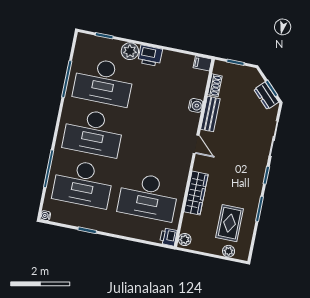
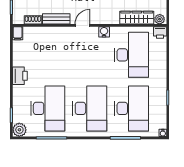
plant: (130, 51) -> (19, 130), moved
water cooler: (196, 105) -> (104, 32), moved
wardrobe: (196, 193) -> (137, 18), moved

